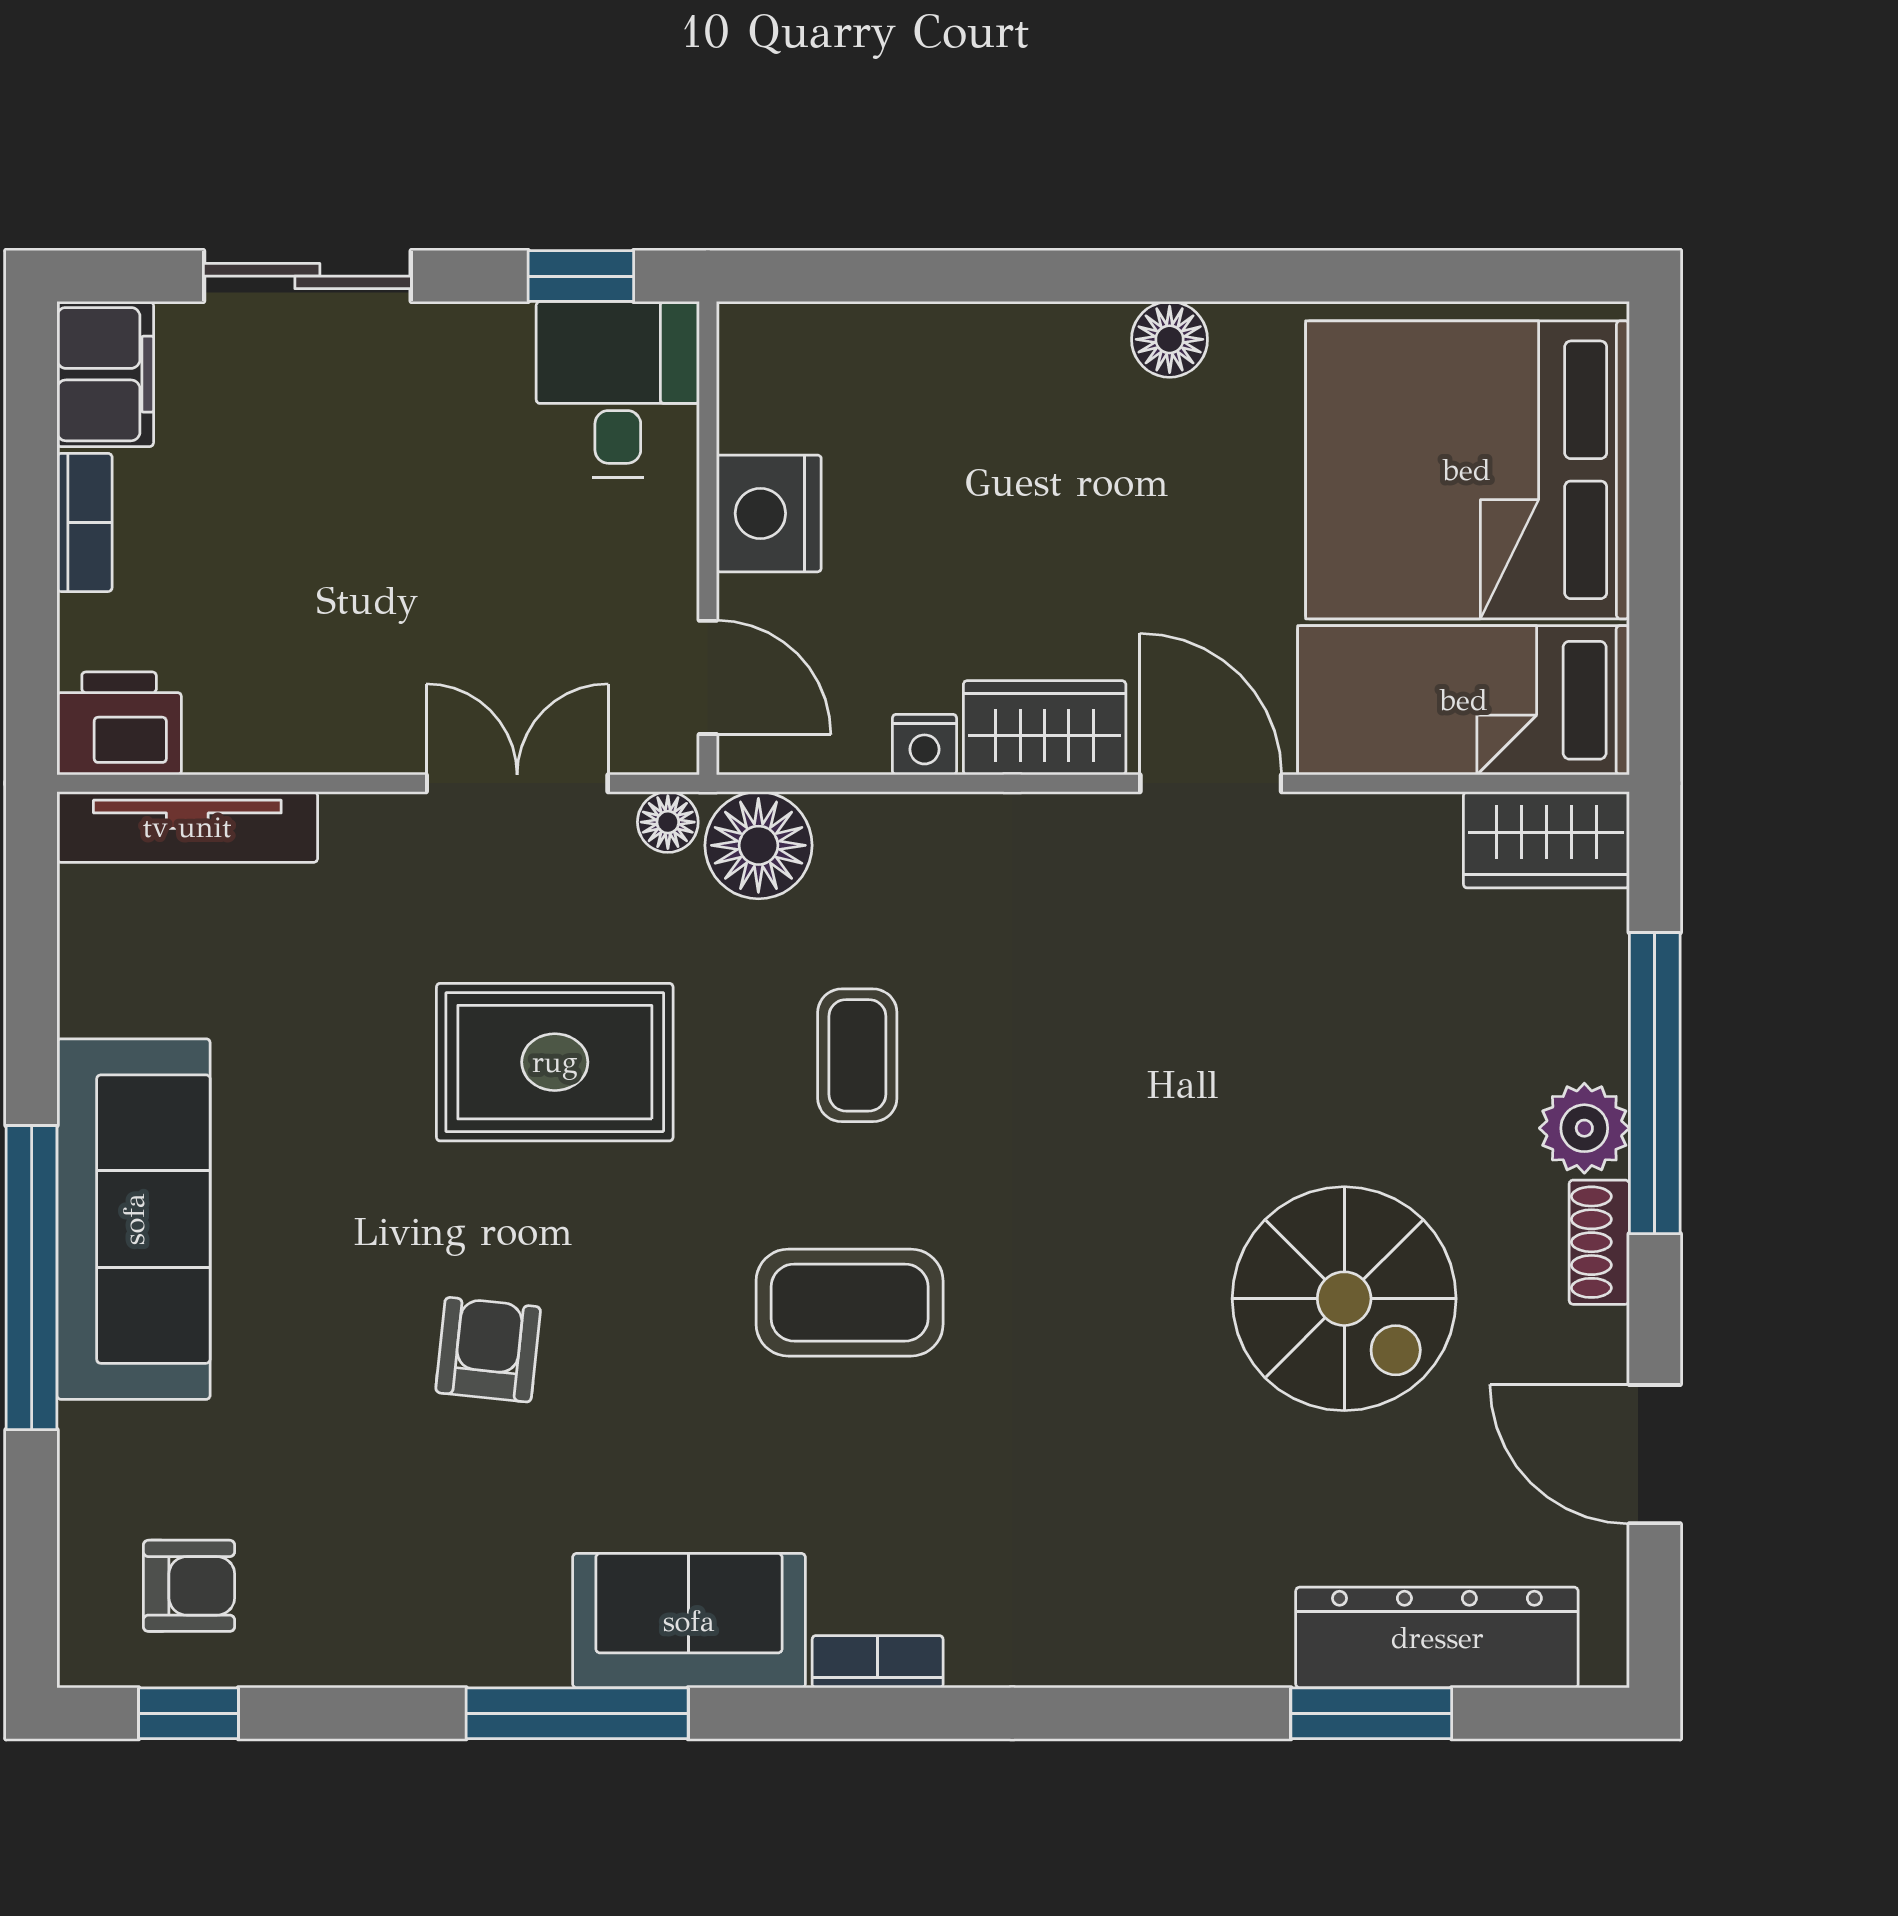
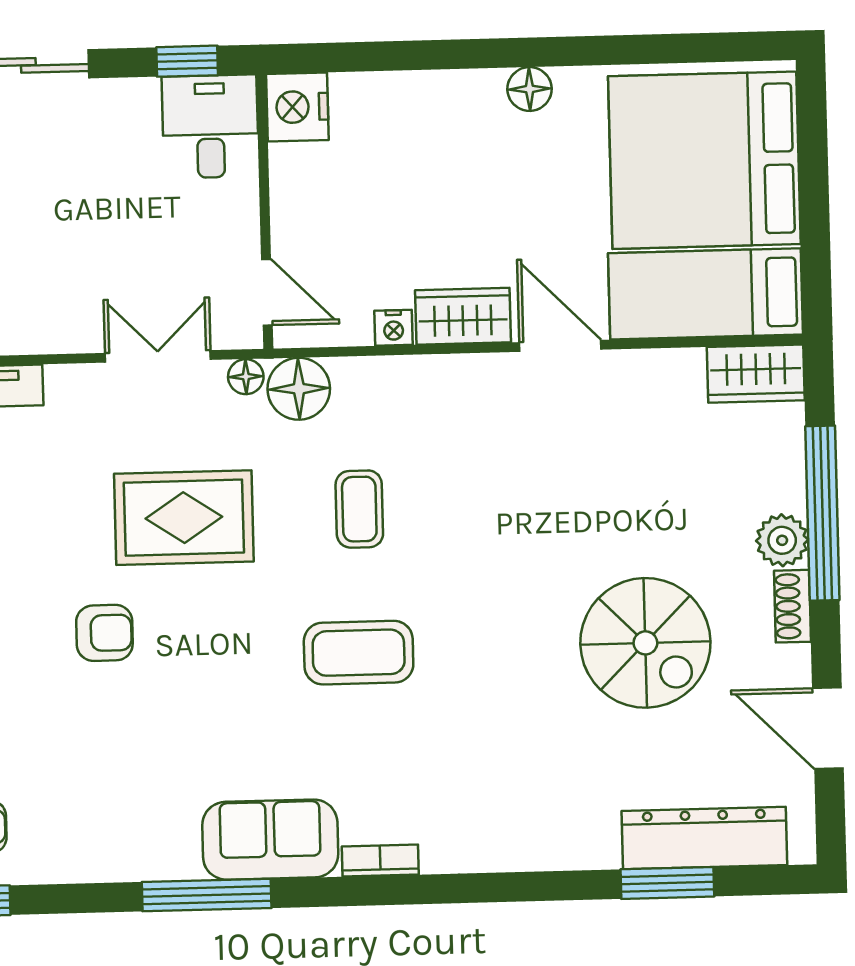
nightstand: (769, 513) -> (297, 107), moved
armchair: (488, 1350) -> (104, 633), moved, turned 84

